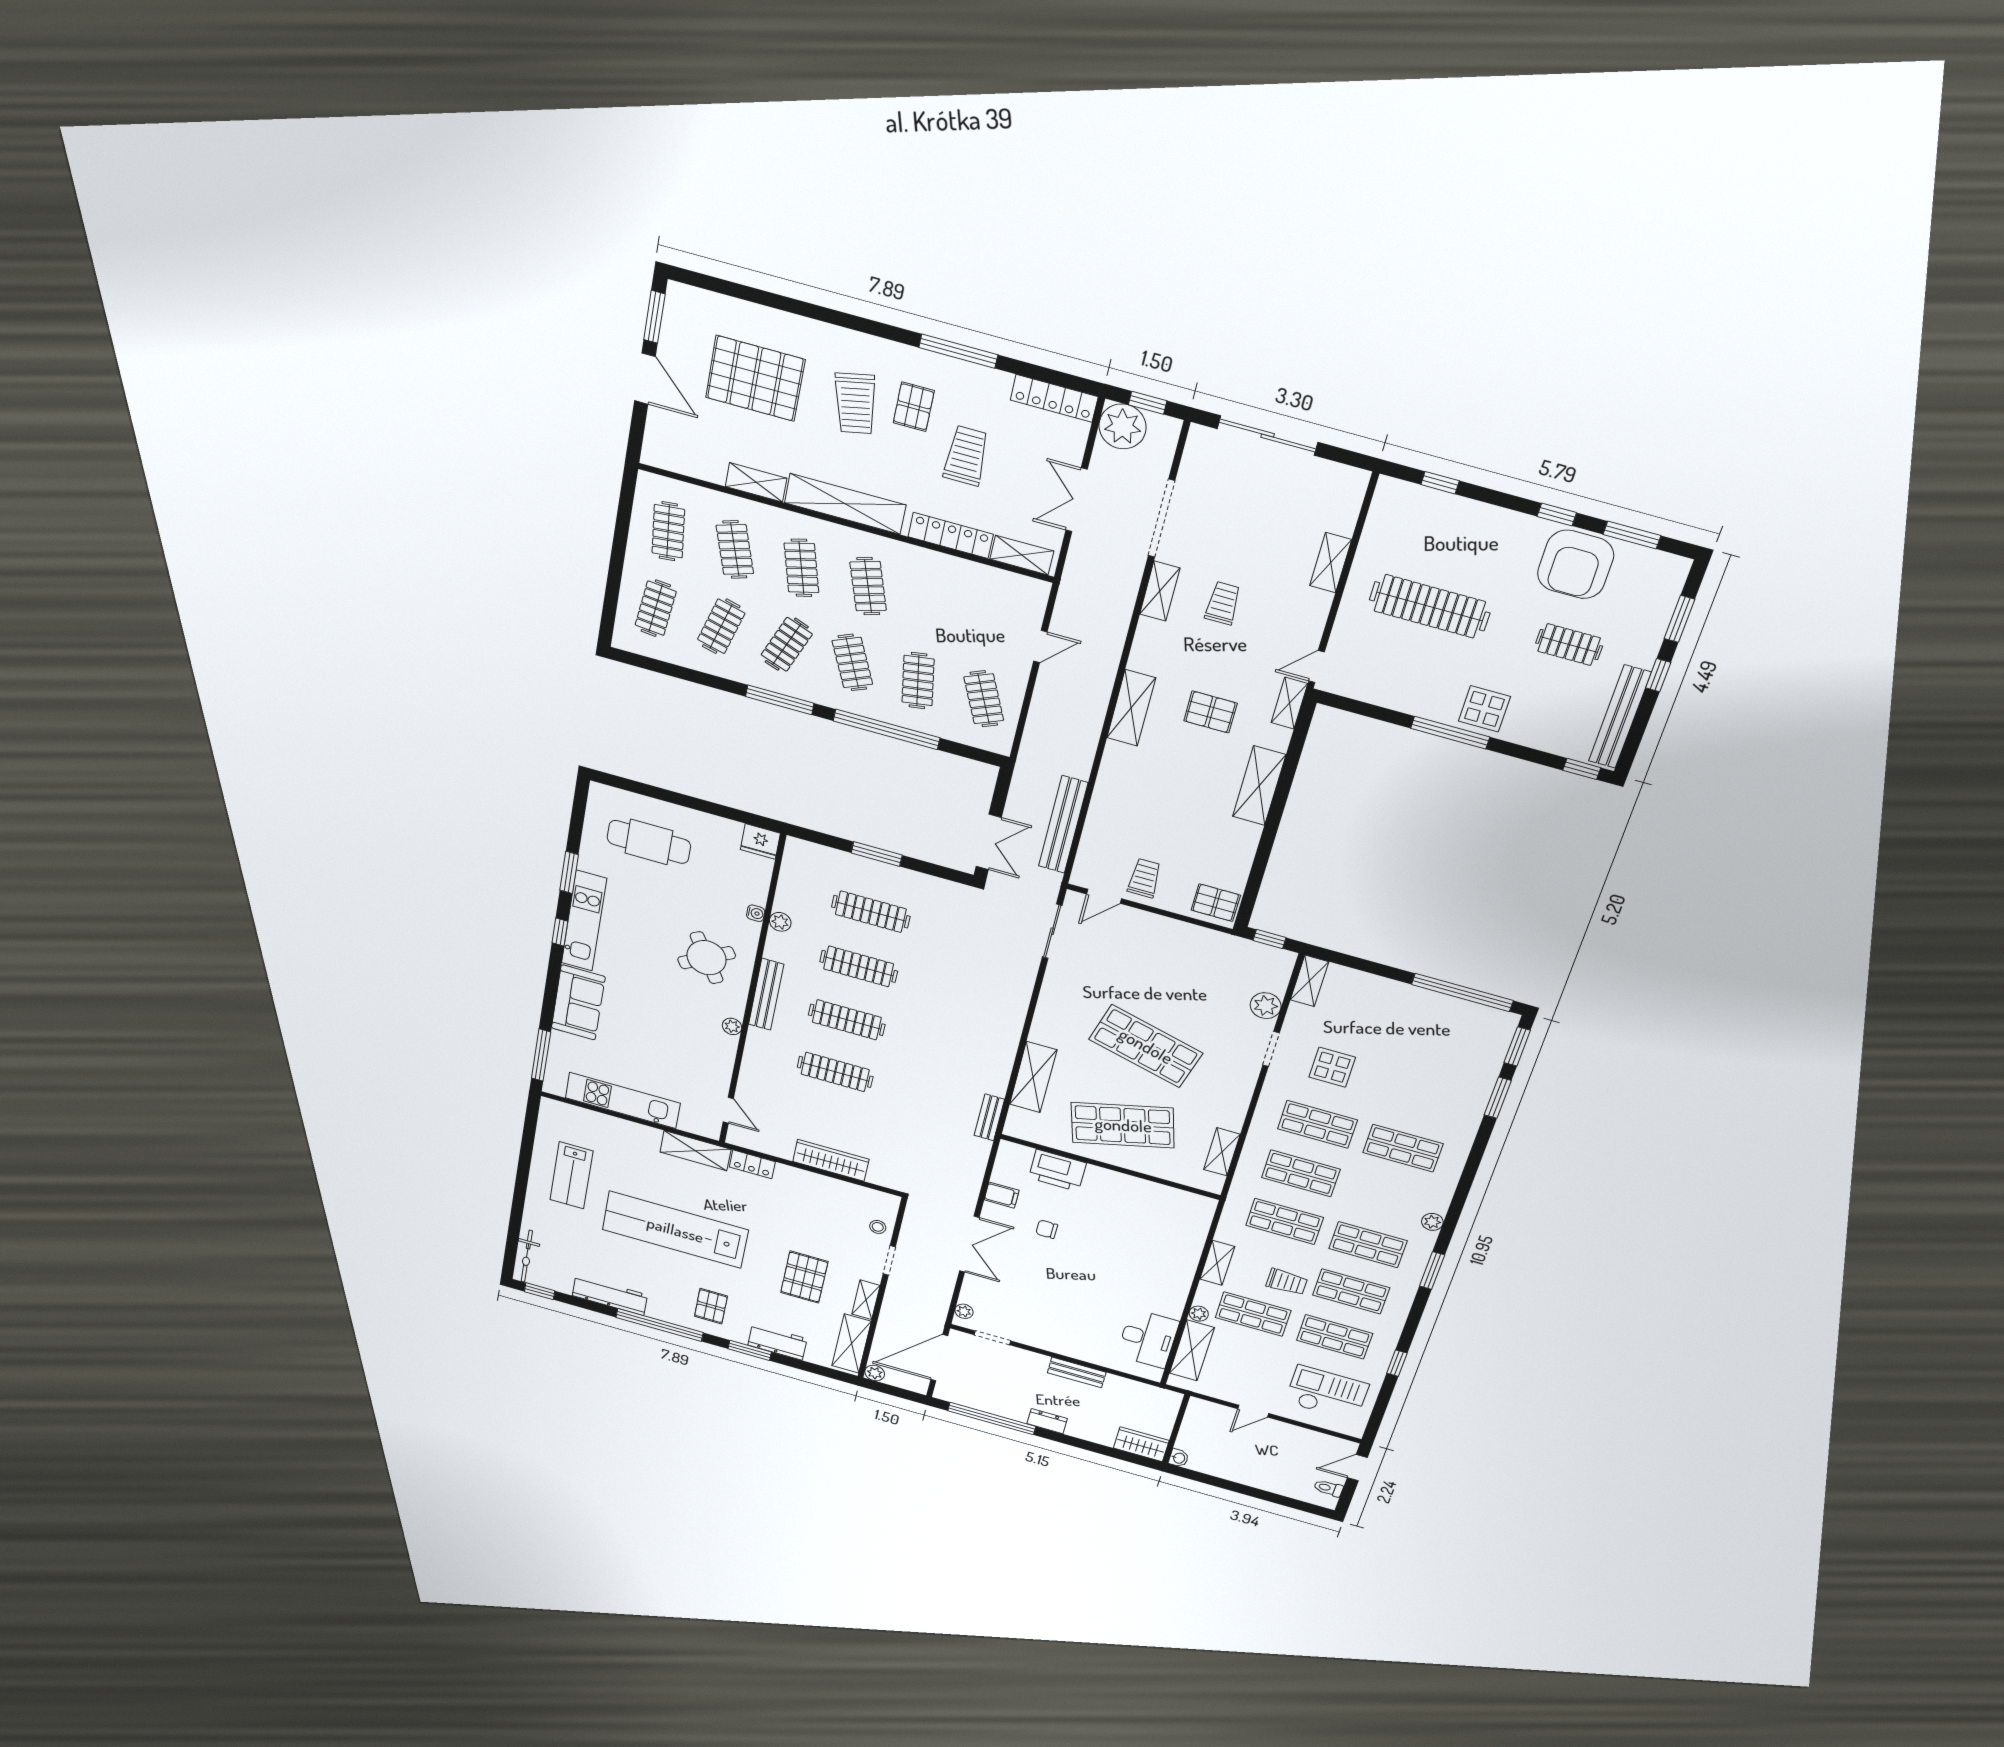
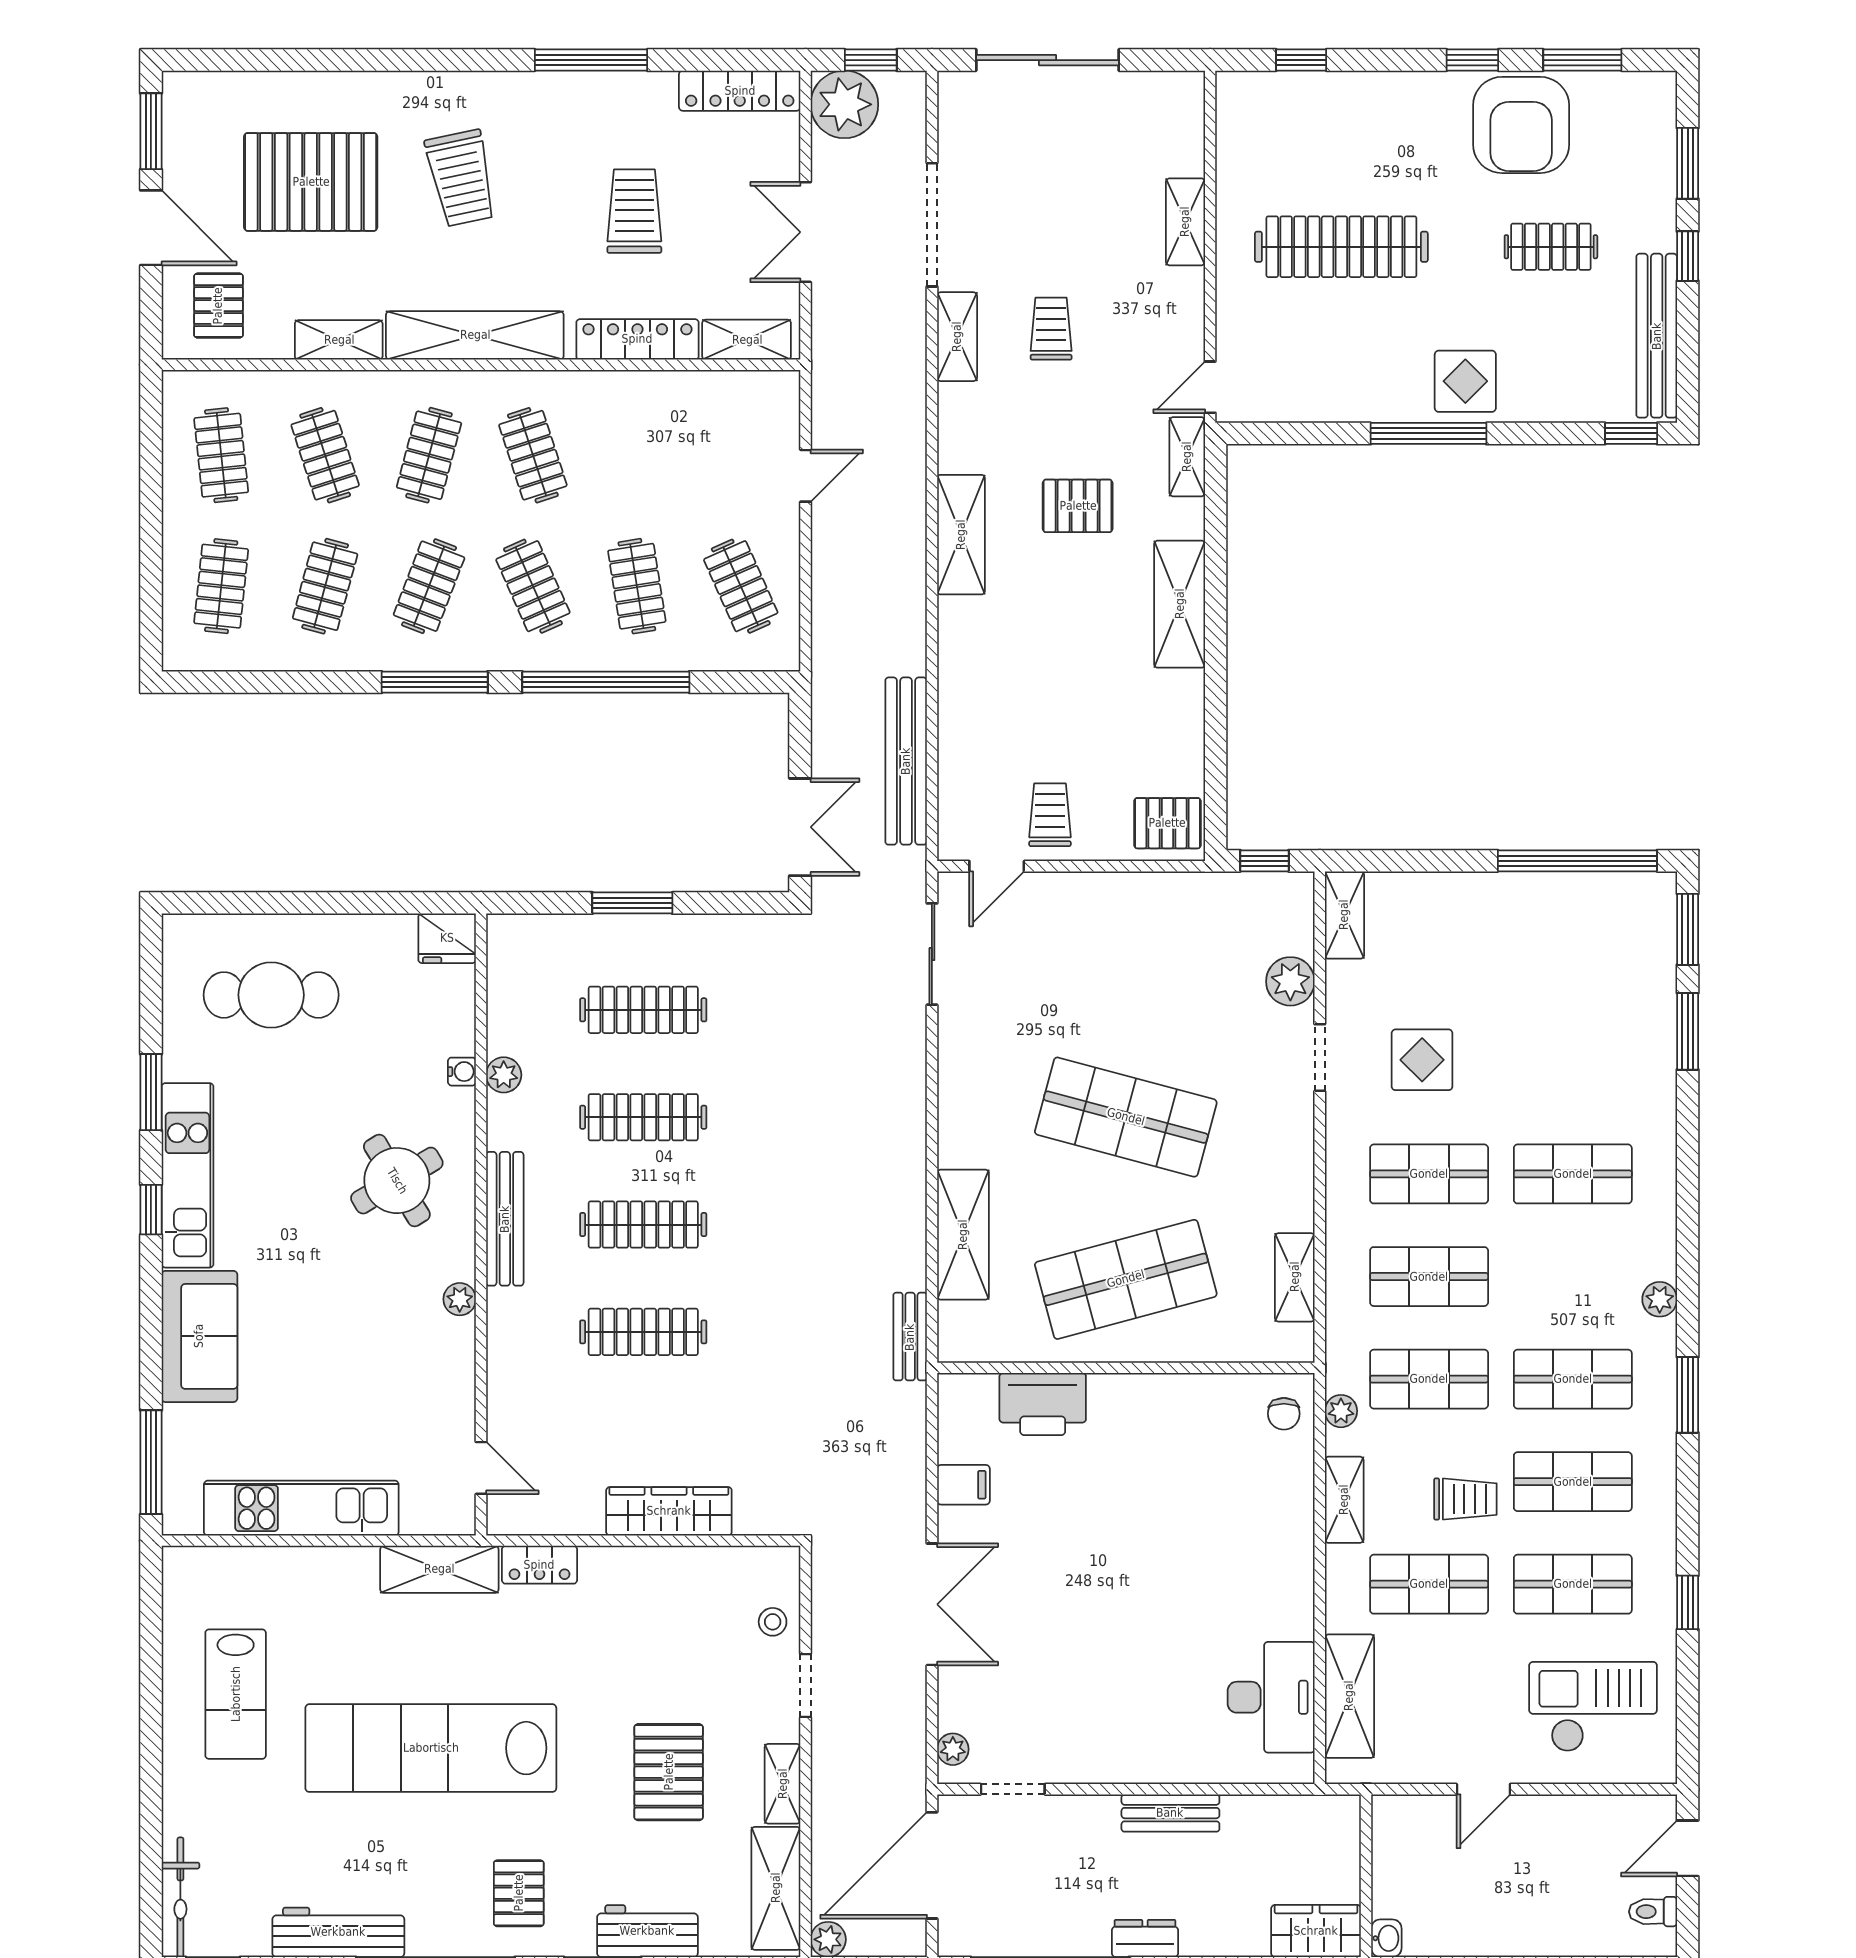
pallet: (914, 407) -> (218, 306), moved
clothes rail: (801, 568) -> (429, 455), turned 30
chair: (1047, 1229) -> (1284, 1414), moved, turned -90
plant: (1199, 1314) -> (1341, 1411), moved

